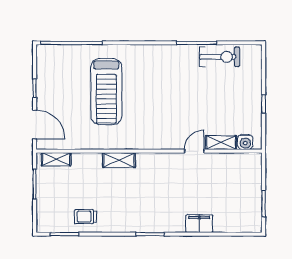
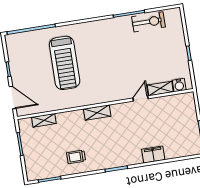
shelving: (56, 159) -> (44, 120), moved
shelving: (119, 160) -> (97, 113), moved
trolley: (86, 217) -> (76, 157), moved

